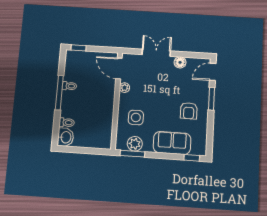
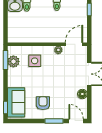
armchair: (189, 111) -> (43, 103), turned 90
sofa: (172, 143) -> (16, 102), moved

